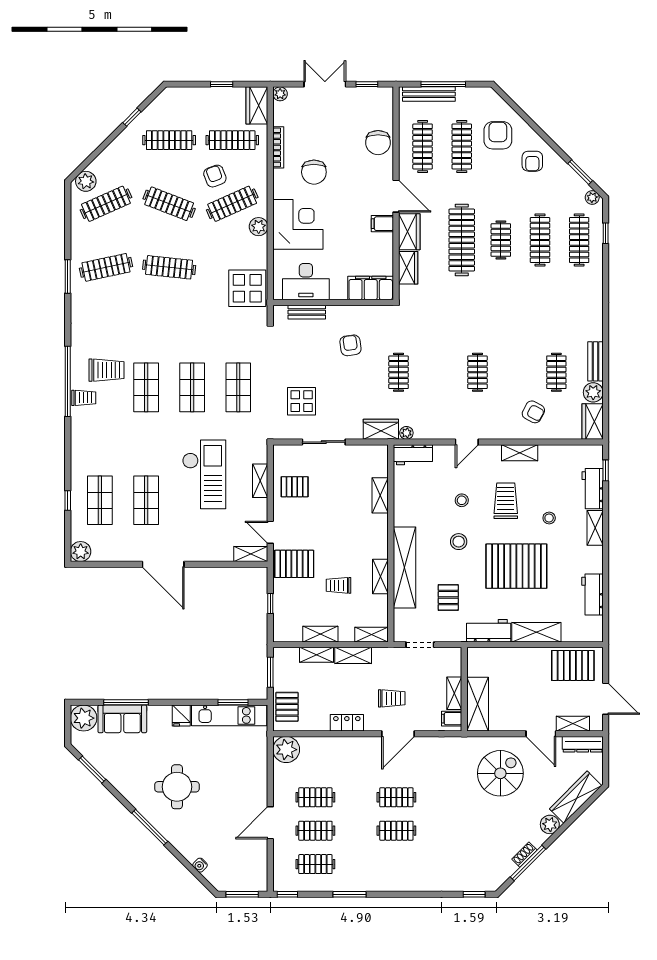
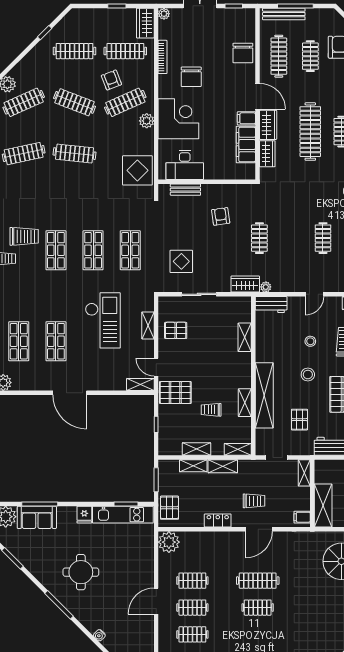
clothes rail: (462, 146) -> (310, 56), width x0.73
filing cabinet: (371, 288) -> (246, 145), moved, turned -90
shelving: (454, 693) -> (304, 473), moved
clothes rail: (396, 797) -> (258, 581), width x1.36

